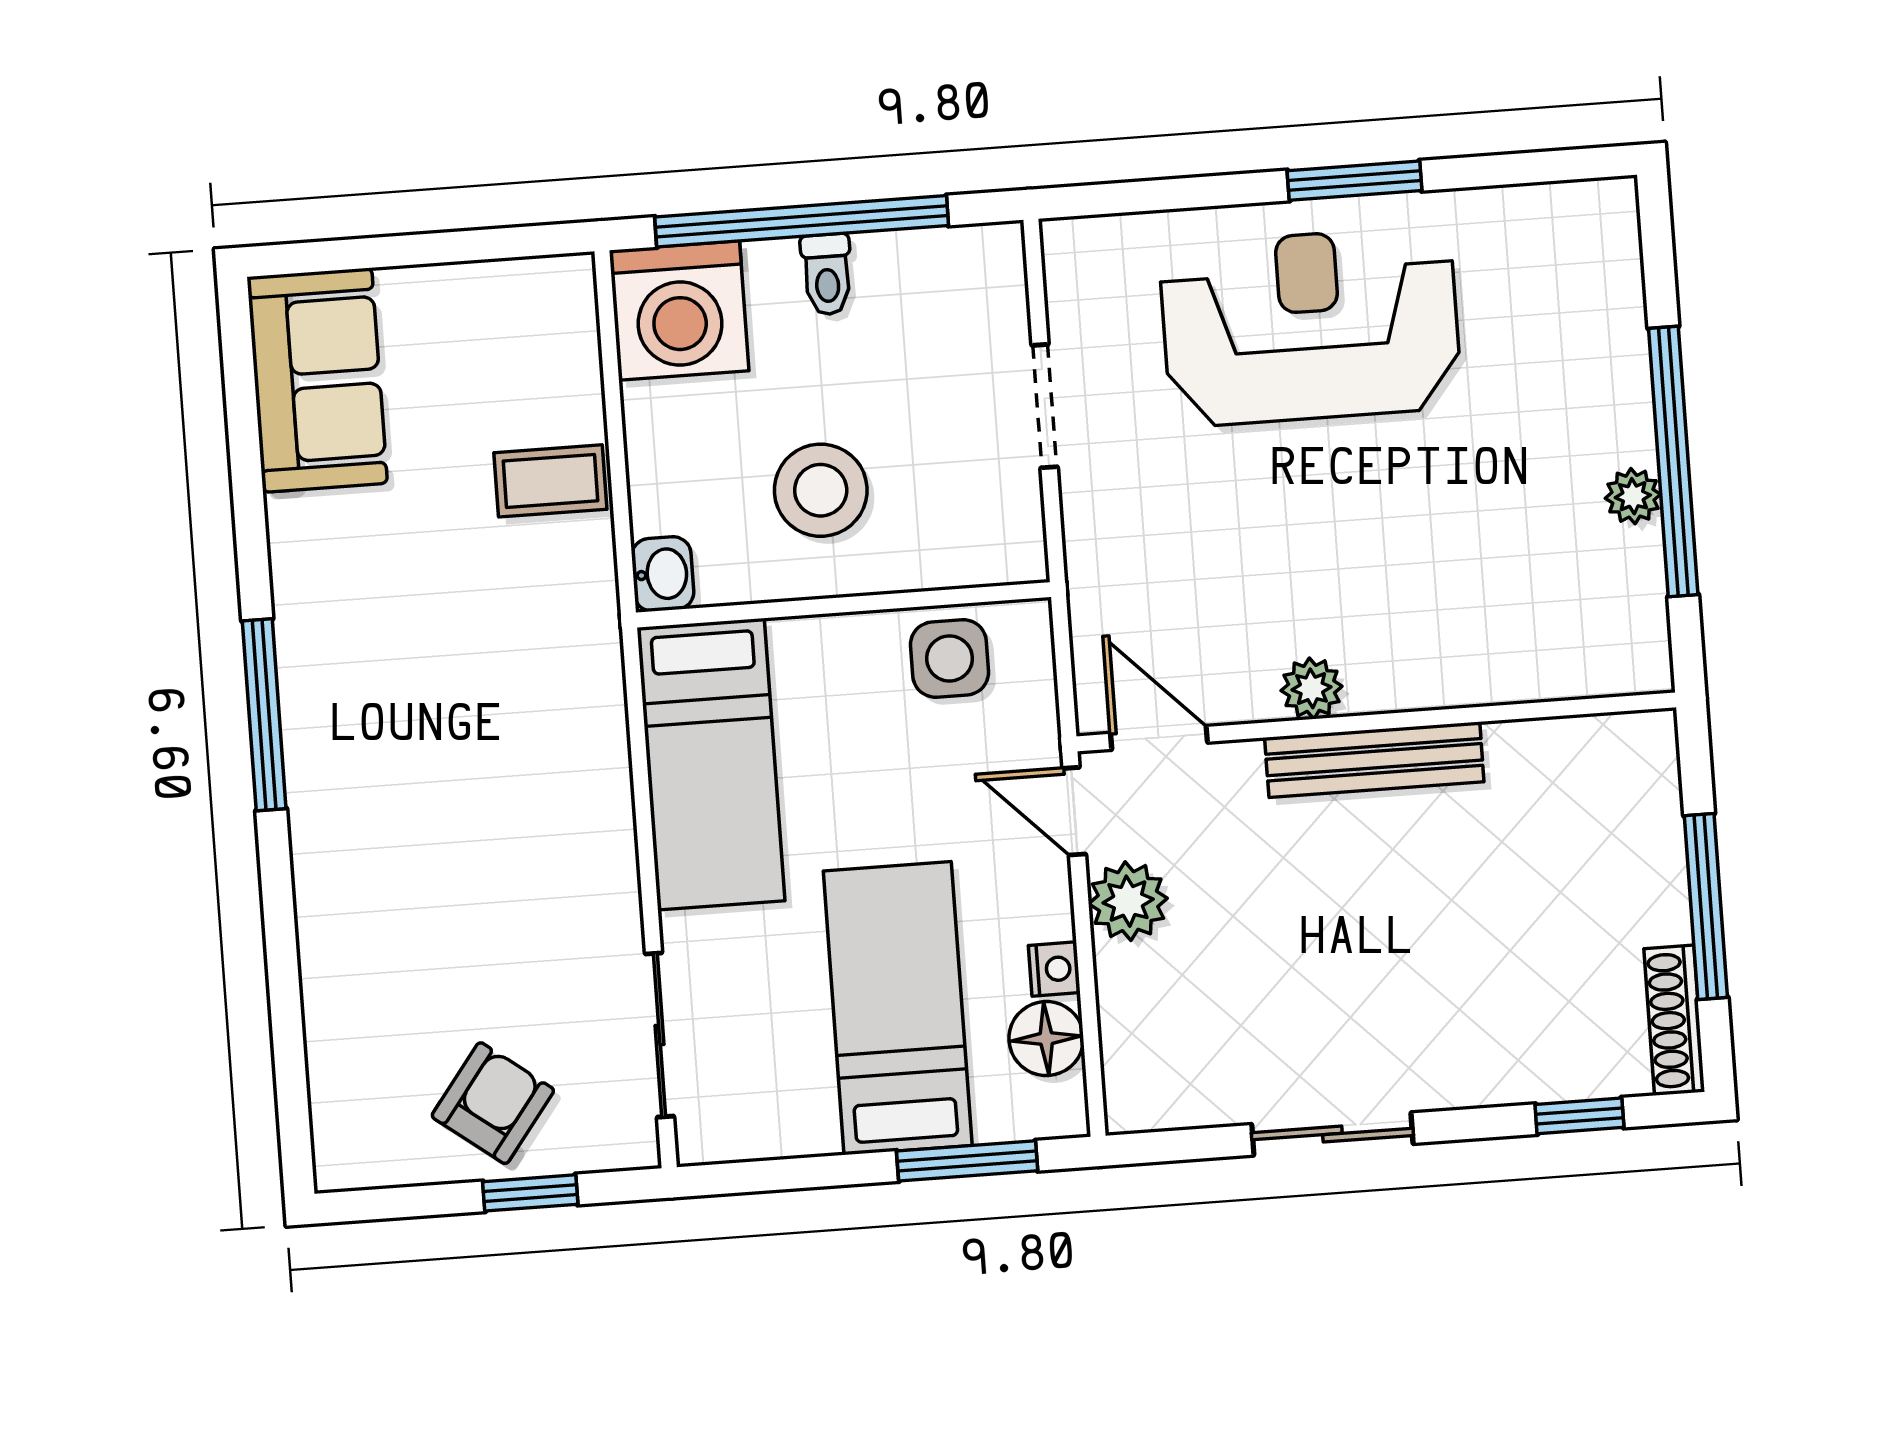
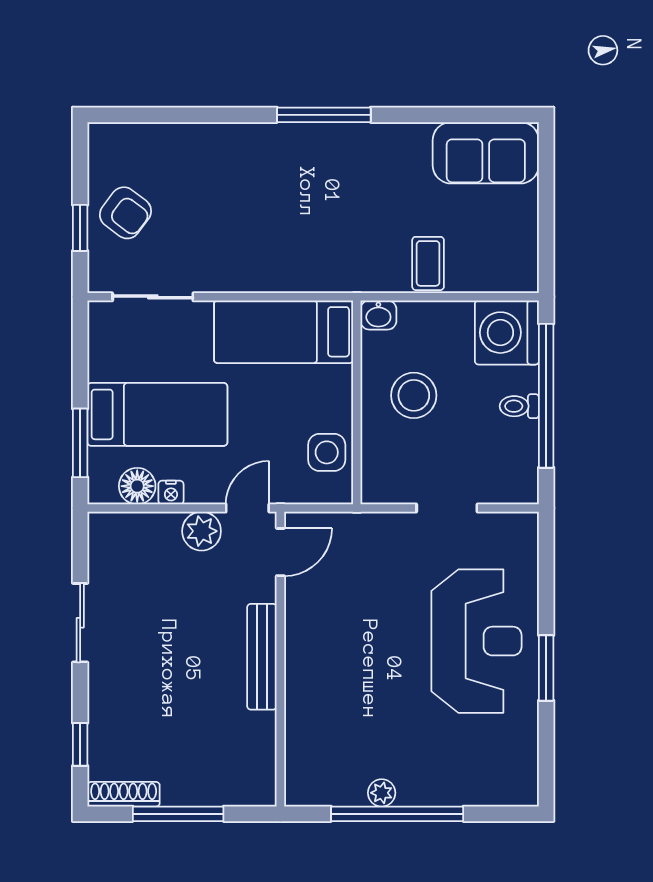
plant: (1312, 688) -> (299, 629), removed

